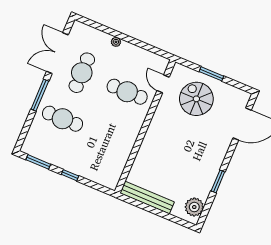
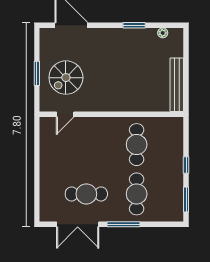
plant: (116, 42) -> (44, 174), removed
cafe table: (127, 92) -> (137, 145), moved
plant: (194, 207) -> (163, 33), width x0.53, depth x0.53

